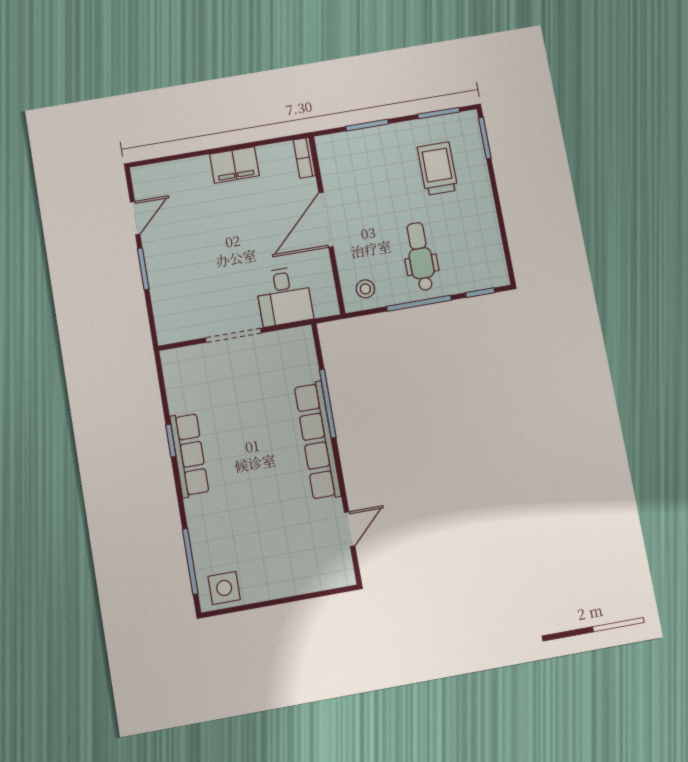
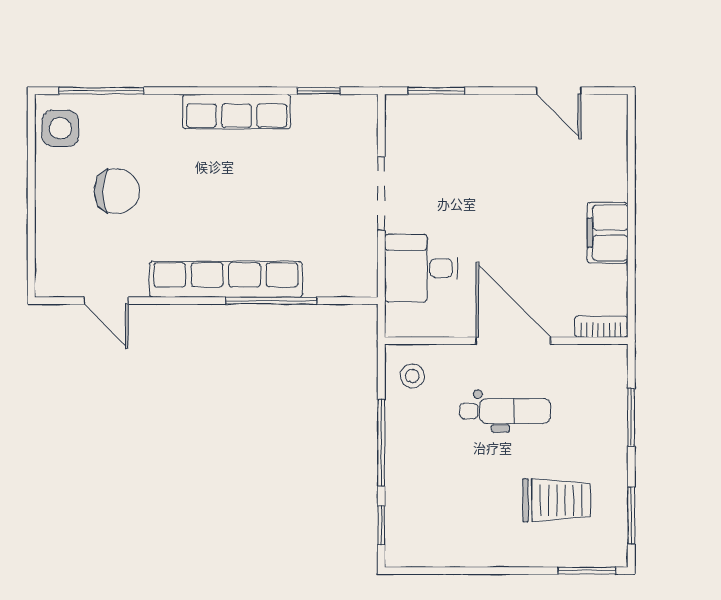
dental chair: (420, 256) -> (505, 411), moved
window: (143, 269) -> (436, 91), moved
window: (171, 441) -> (319, 91), moved
chair: (265, 536) -> (117, 191), added

